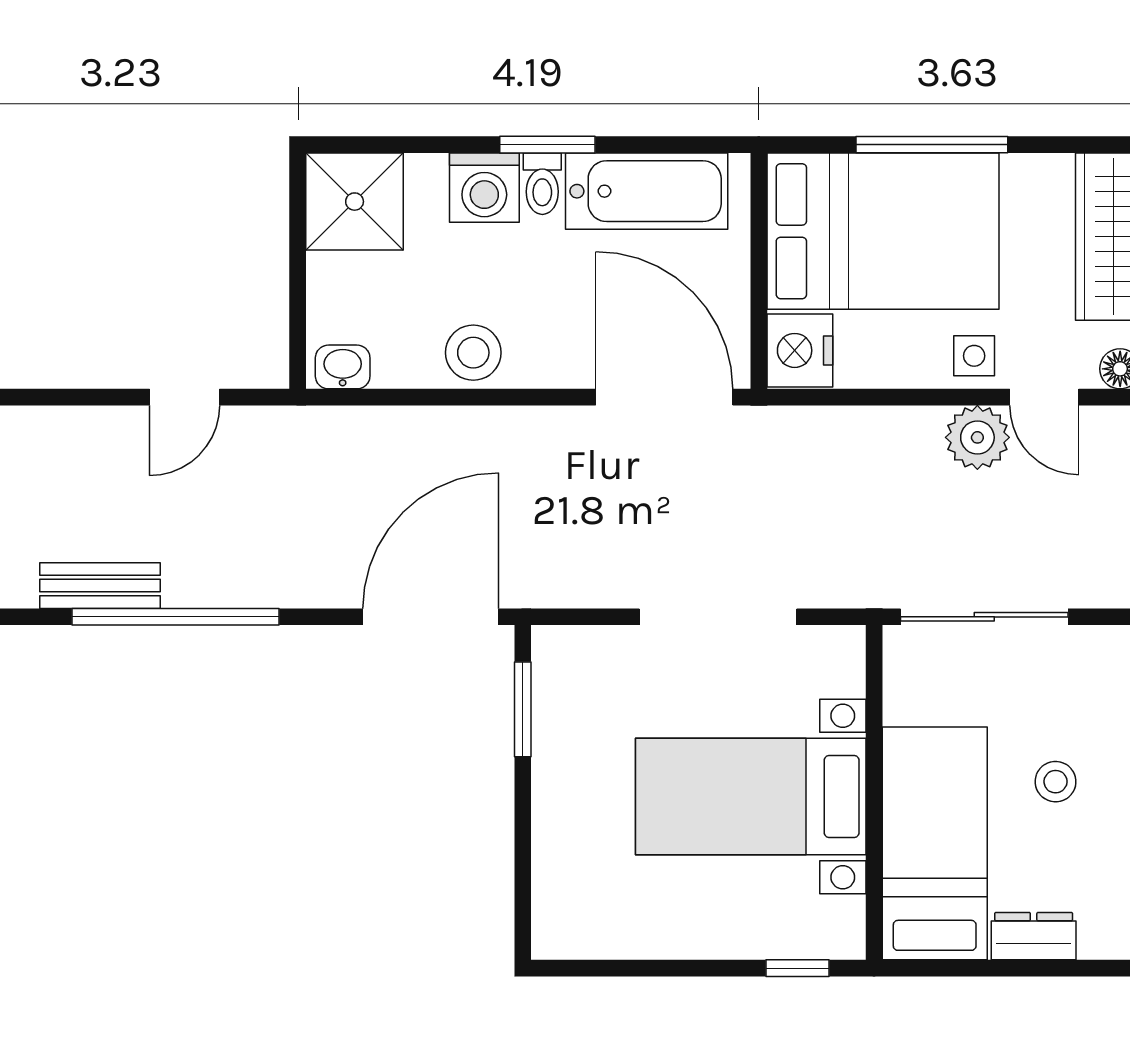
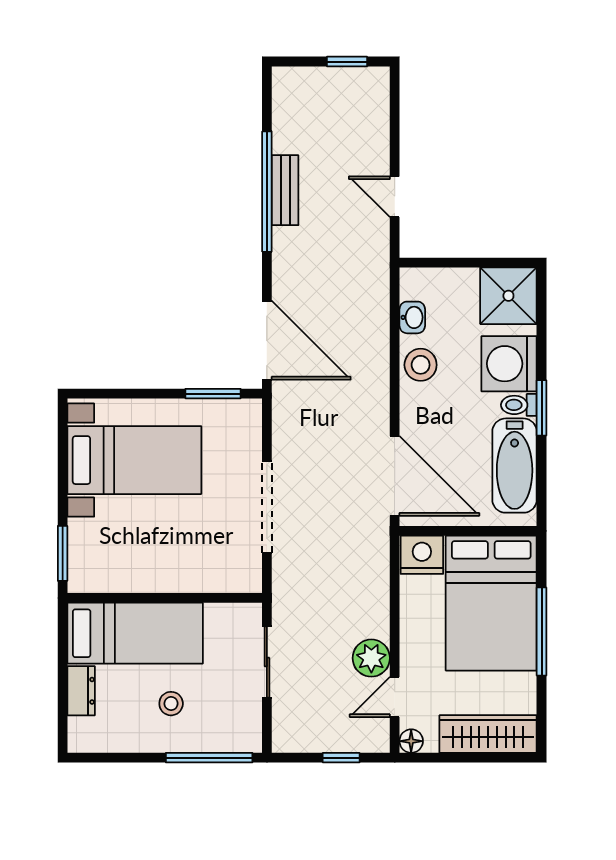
washing machine: (484, 188) -> (509, 364), width x1.37, depth x1.37
side table: (974, 356) -> (419, 656), removed
washbasin: (343, 367) -> (412, 317), moved
door: (664, 397) -> (395, 476), hinge flipped
bench: (100, 586) -> (285, 190), moved
sliding door: (984, 617) -> (267, 662), width x0.73
bed with nightstands: (751, 797) -> (134, 460), moved, turned 90
window: (797, 968) -> (63, 553), width x1.50

